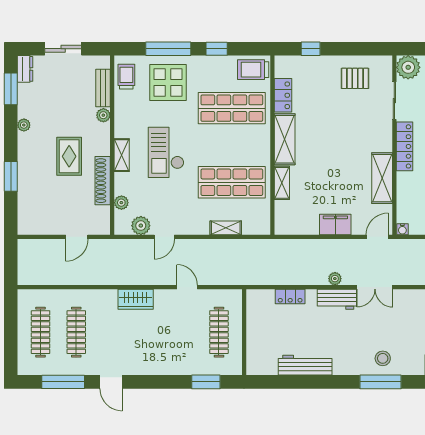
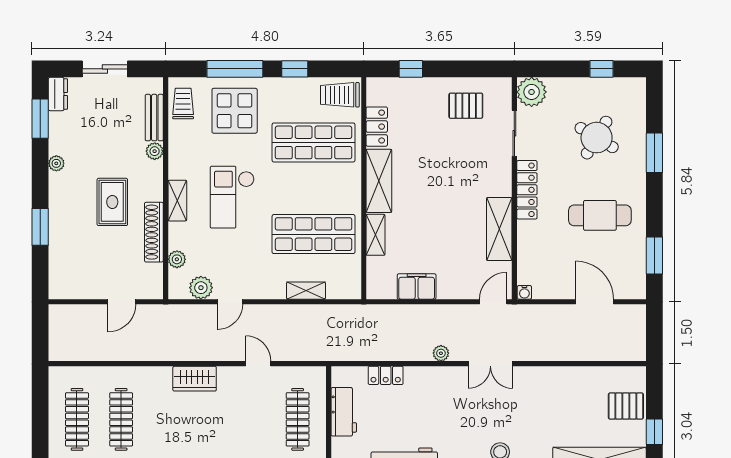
filing cabinet: (335, 225) -> (417, 286), moved
workbench: (337, 299) -> (344, 412), moved, turned -90

